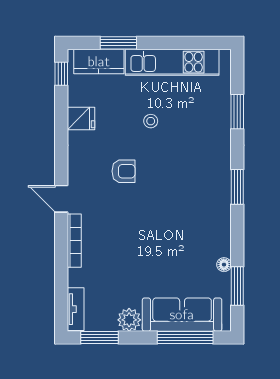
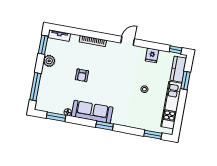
window: (237, 112) -> (153, 135), moved
armchair: (124, 171) -> (82, 75), moved
door: (61, 199) -> (128, 41), moved
sofa: (182, 315) -> (92, 112), moved, turned -90

